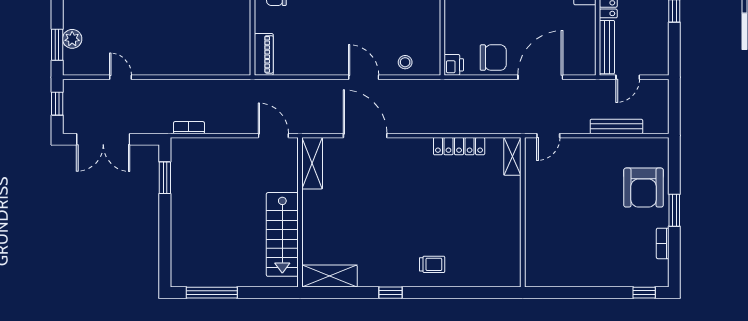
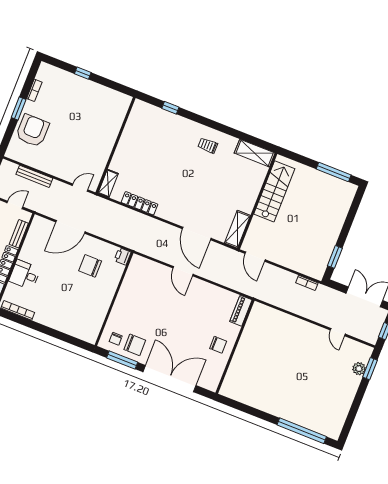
bench: (607, 47) -> (19, 234), width x0.73
chair: (493, 58) -> (90, 266), moved
stool: (405, 62) -> (153, 270), removed
trolley: (432, 264) -> (208, 146), moved
window: (390, 293) -> (170, 108), moved
window: (644, 293) -> (83, 73), moved

